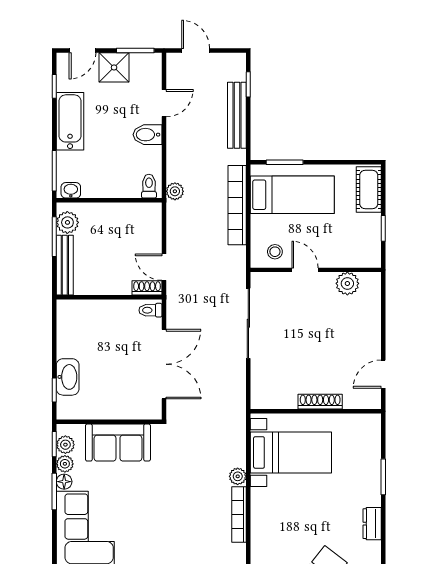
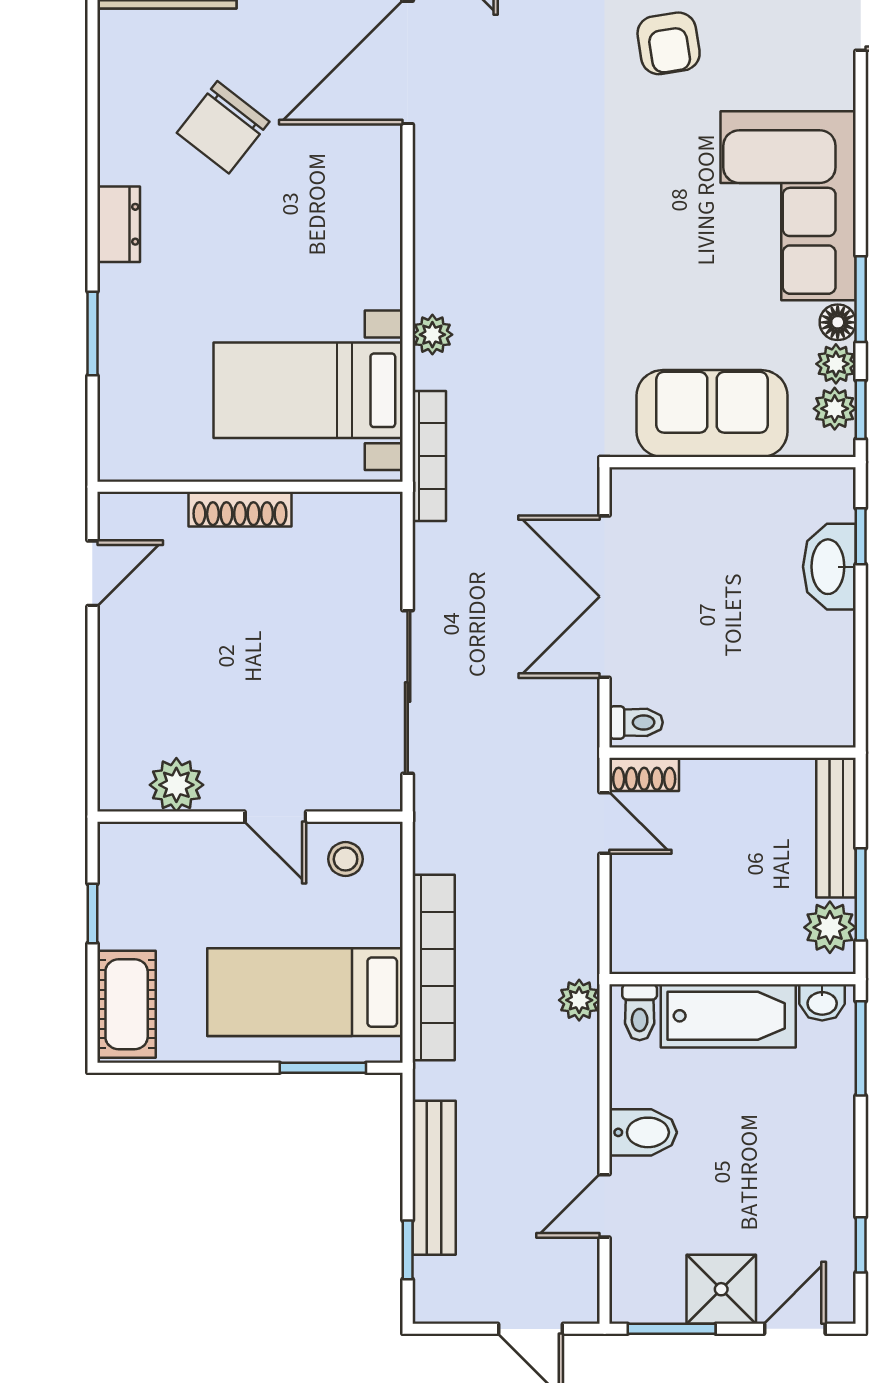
bathtub: (70, 121) -> (728, 1016), moved, turned -90
bookcase: (239, 514) -> (429, 456), moved

